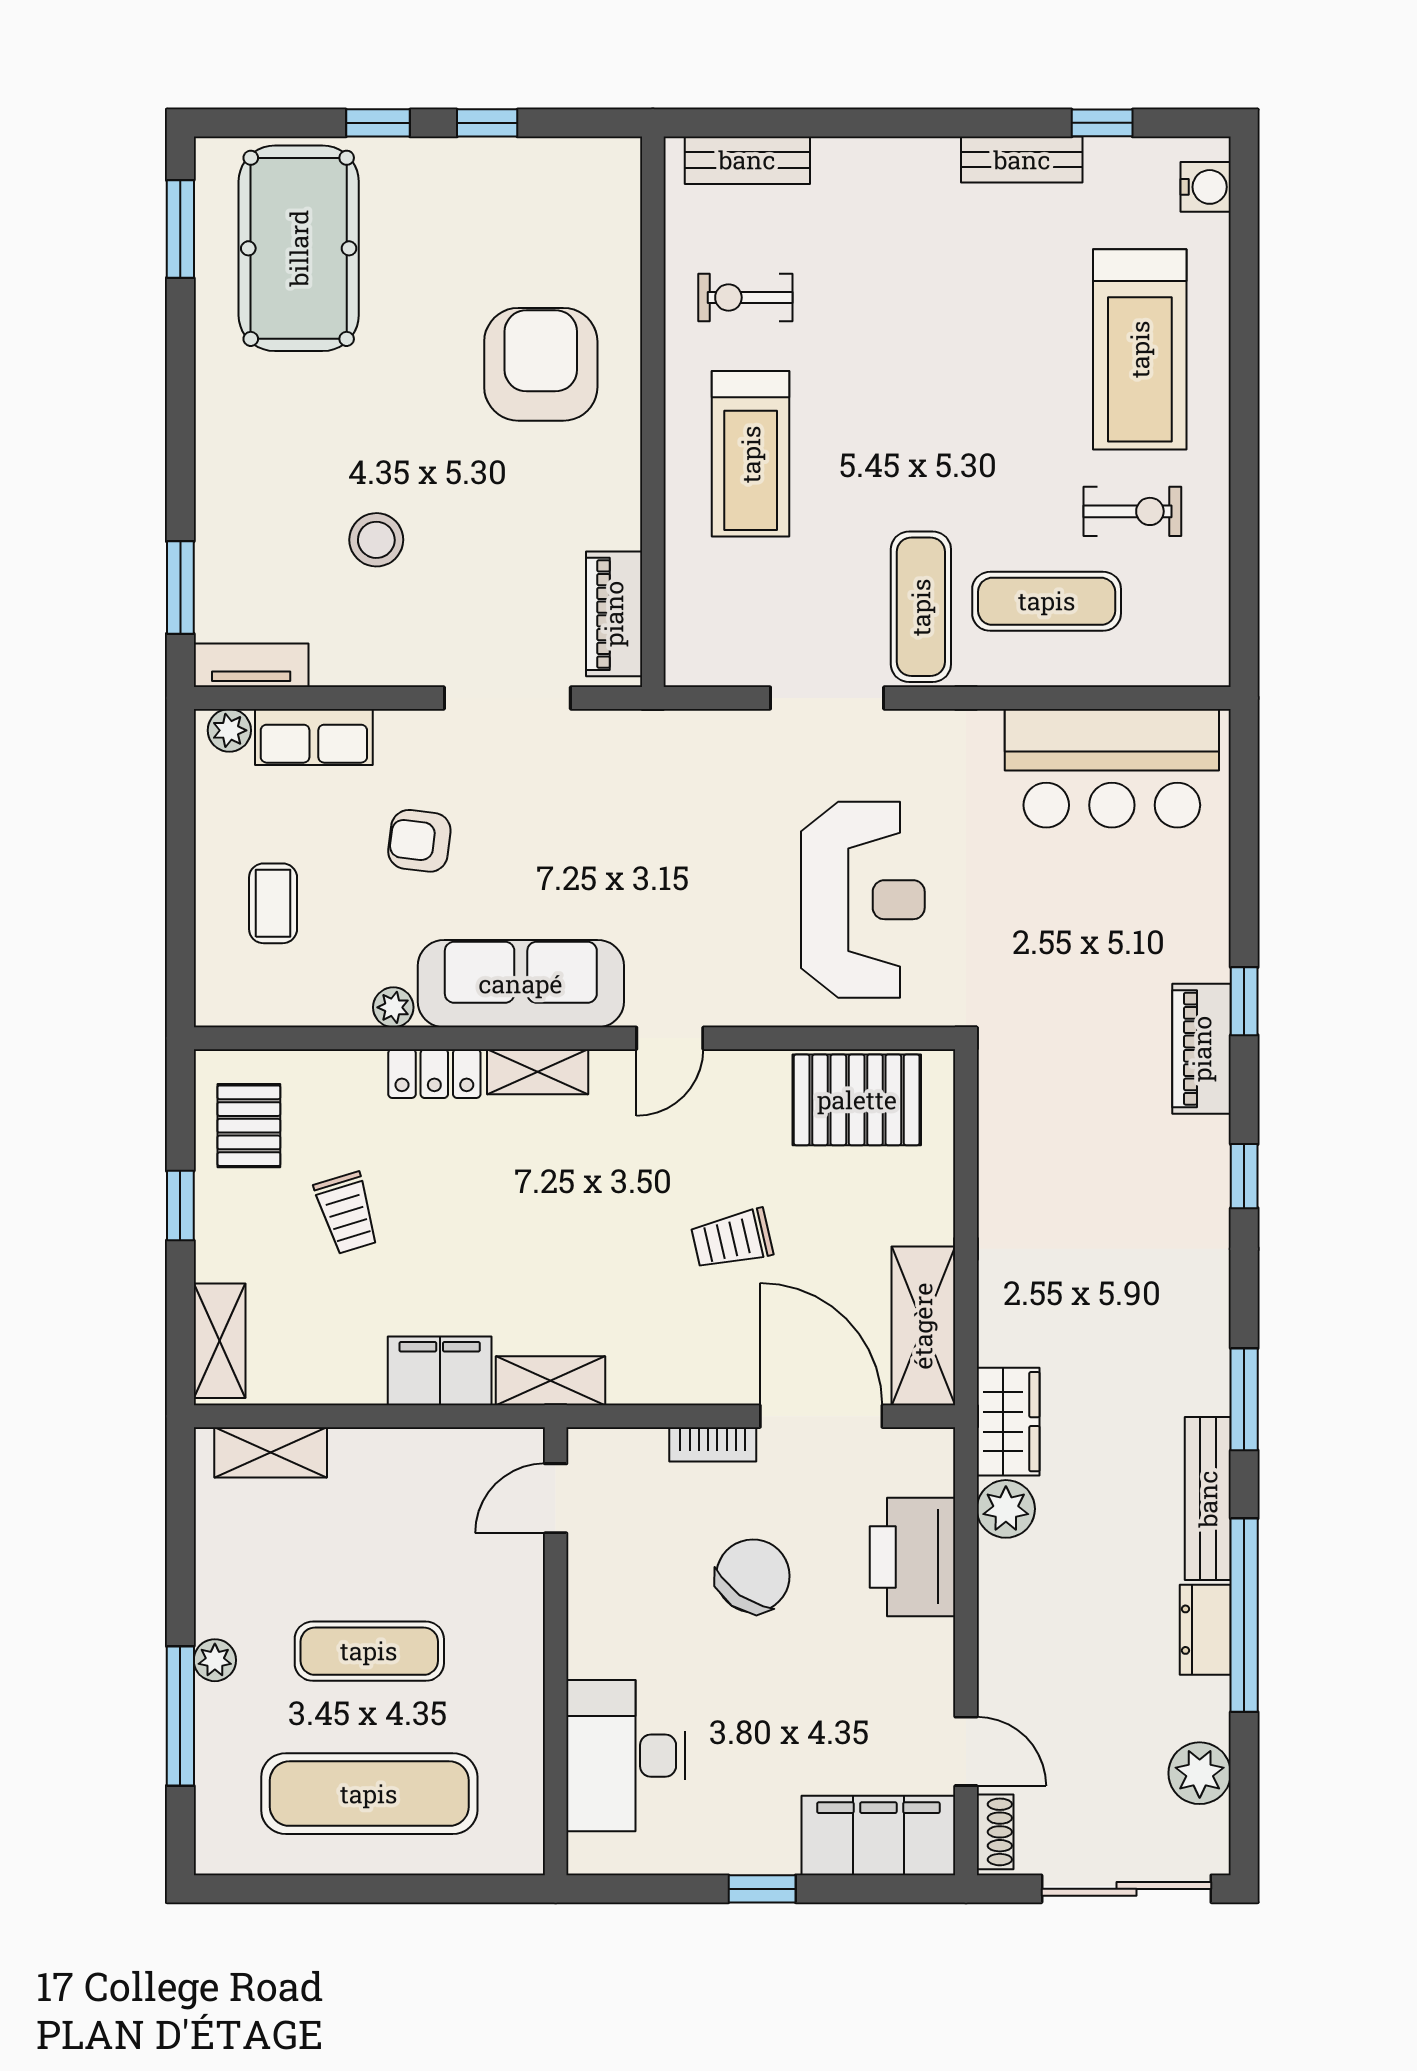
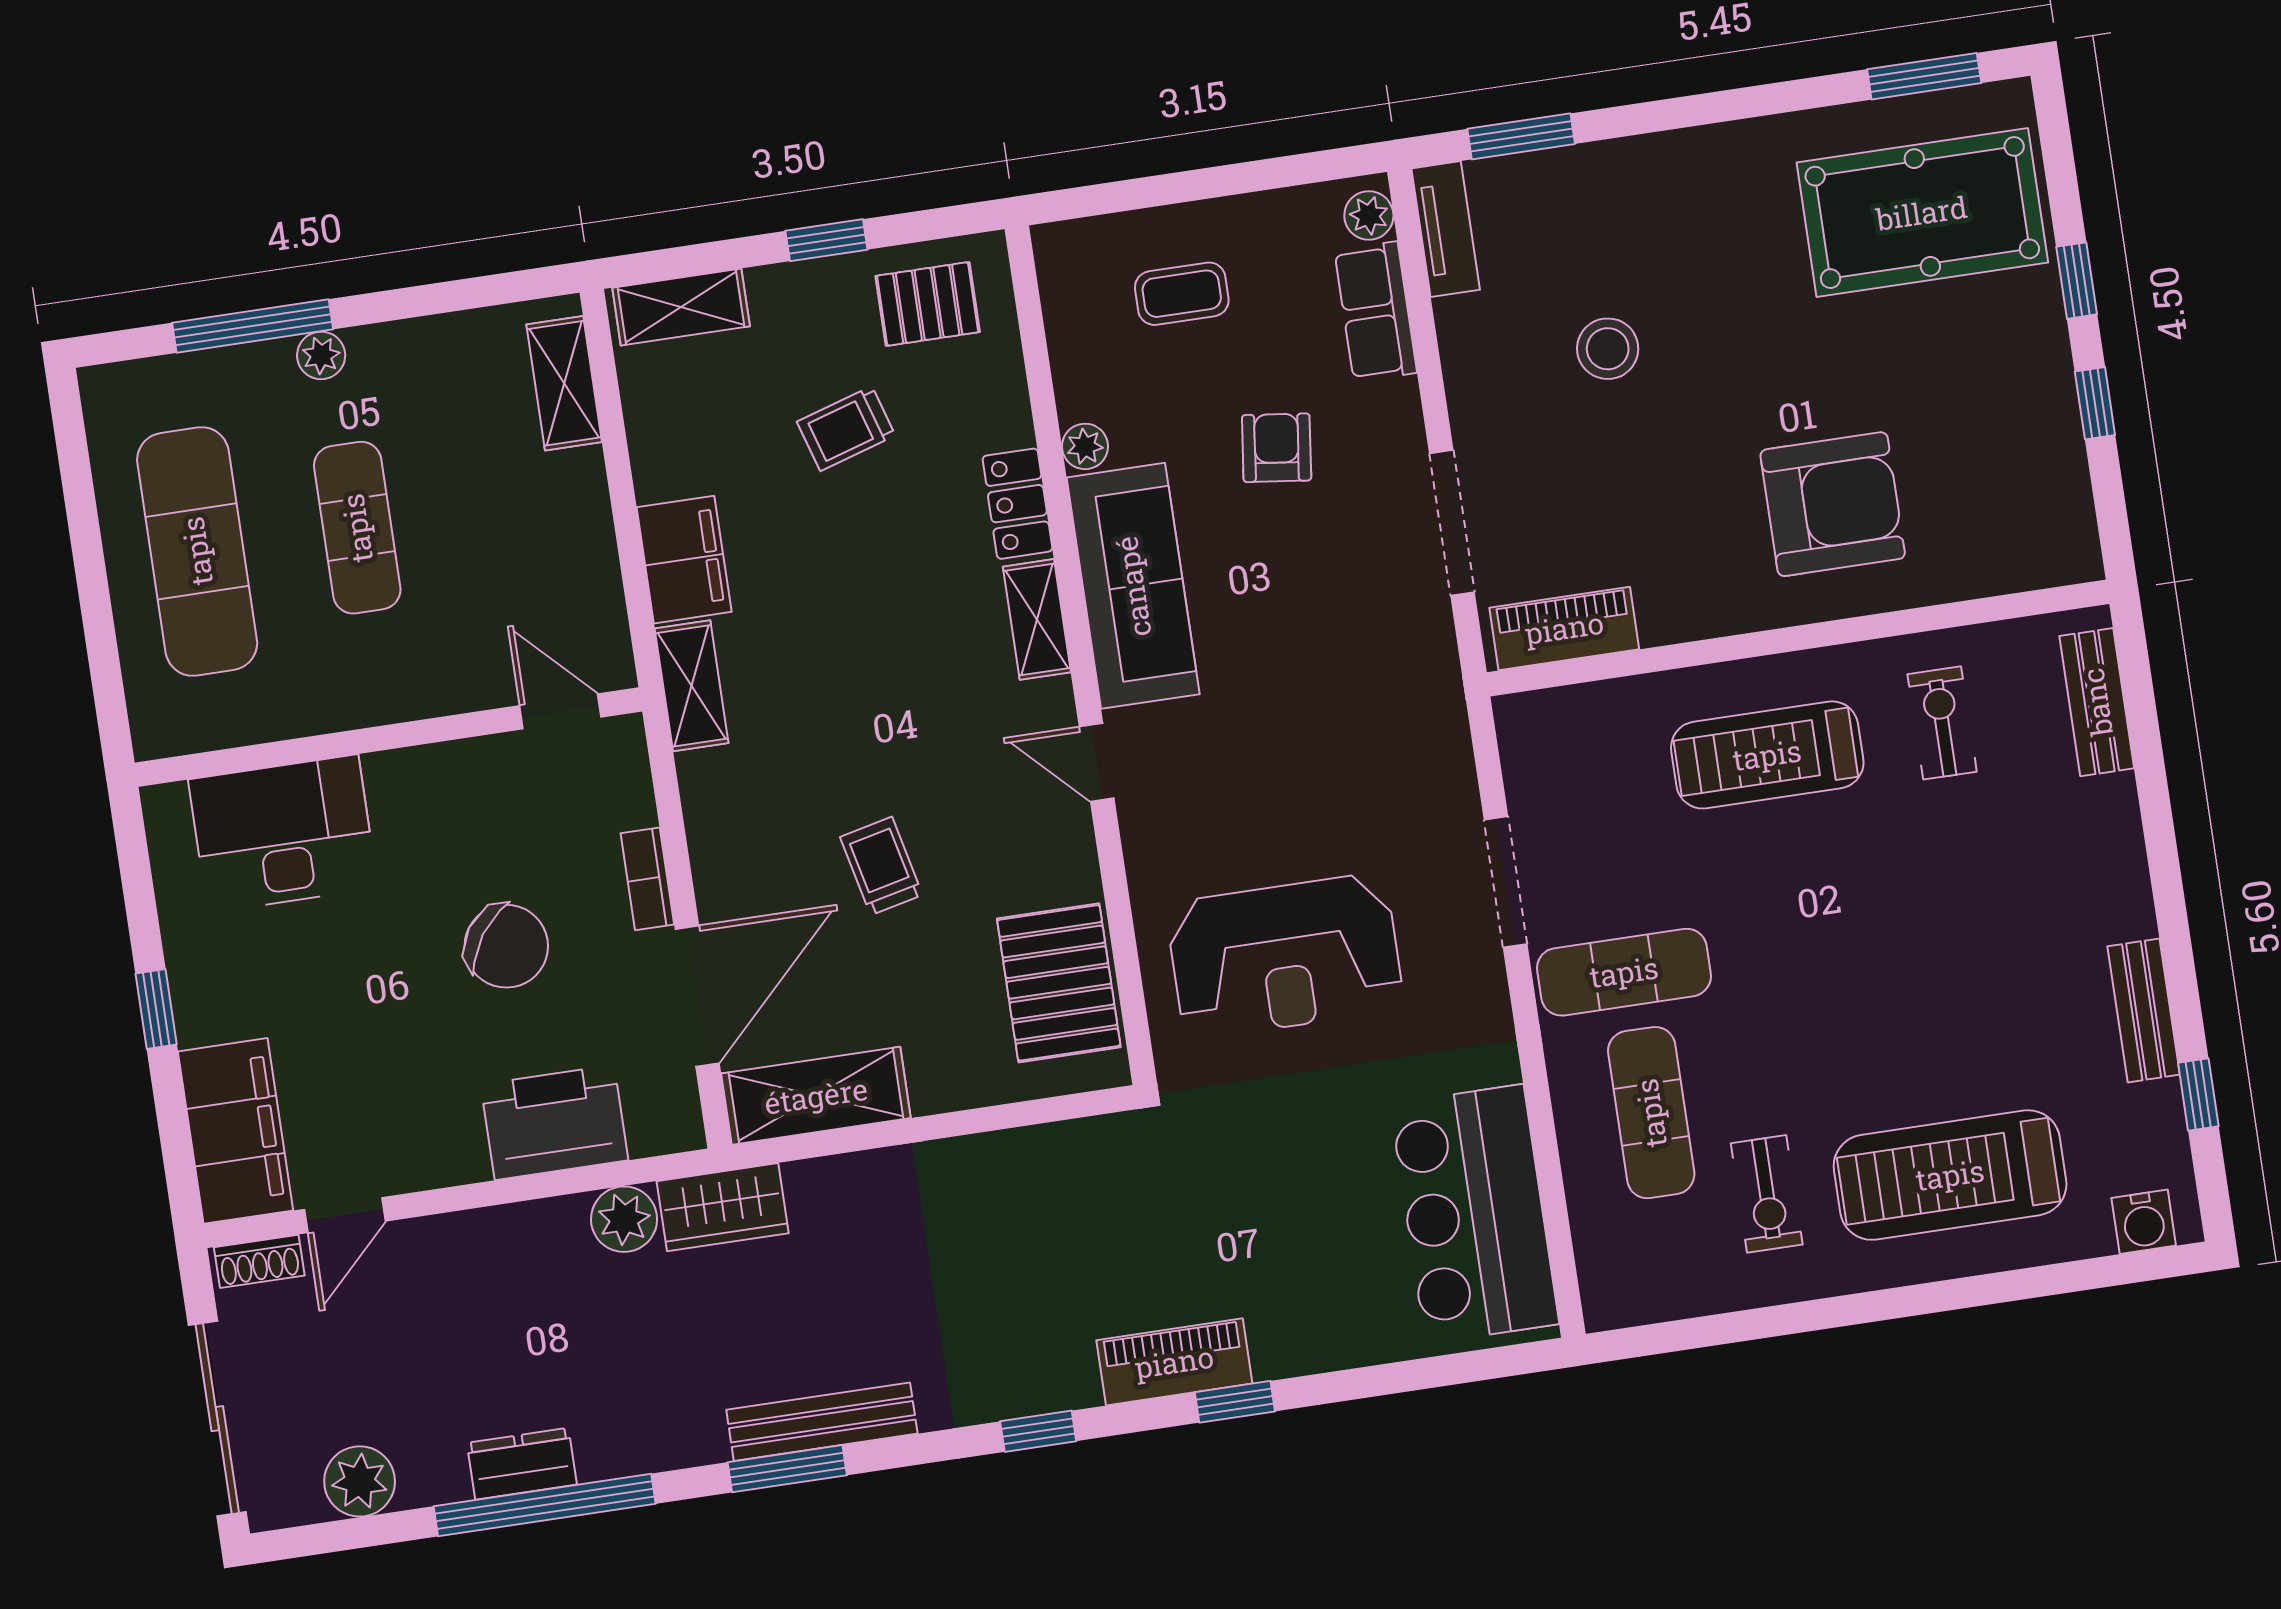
bench: (1208, 1499) -> (822, 1422), moved

